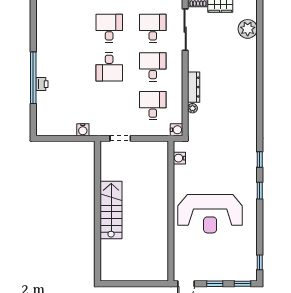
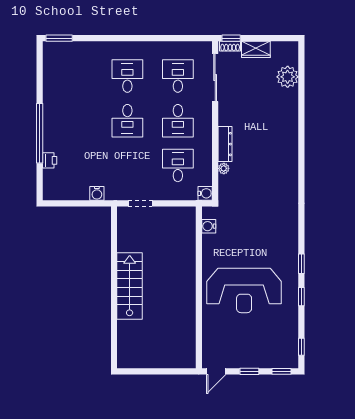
desk: (153, 67) -> (178, 121), turned 180
printer: (42, 84) -> (50, 160), moved
window: (260, 160) -> (301, 297), moved

